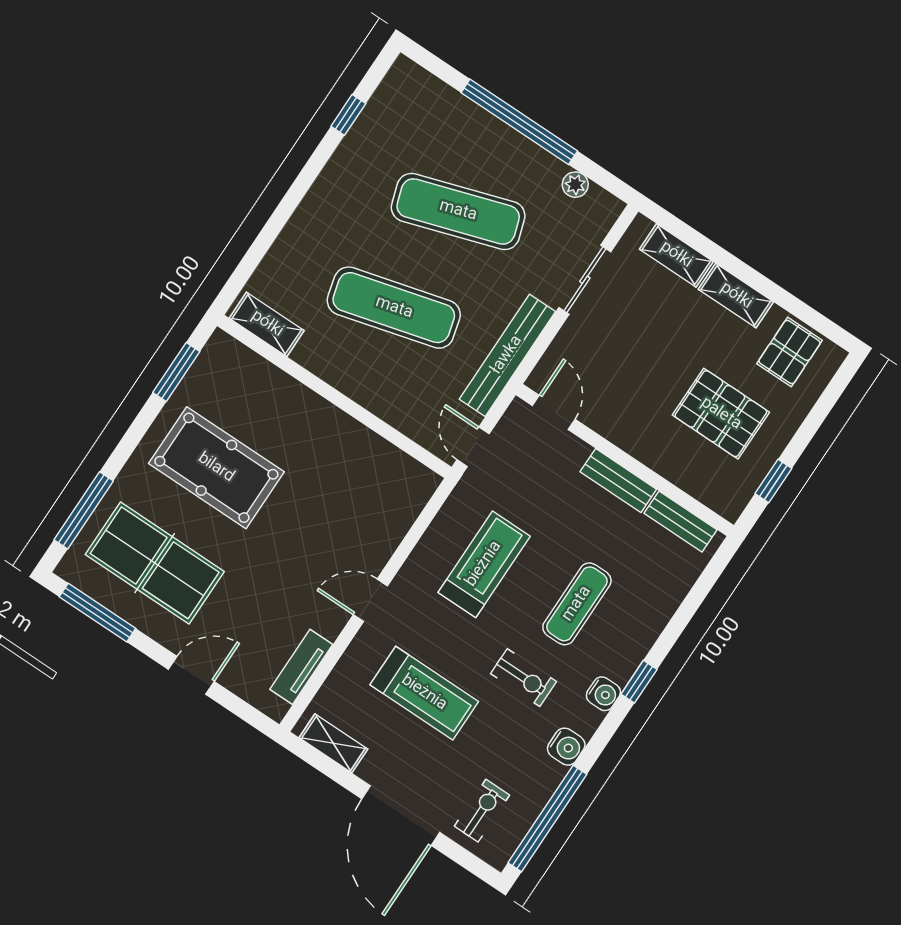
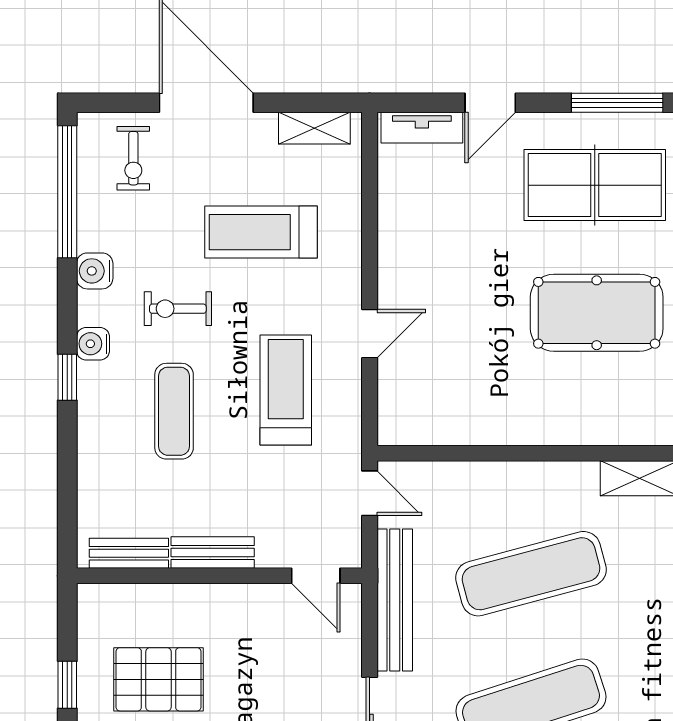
window: (773, 481) -> (67, 685), moved
treadmill: (484, 564) -> (286, 390), turned 180
door: (370, 600) -> (370, 334), moved
tv unit: (301, 667) -> (422, 128), moved, turned 90

